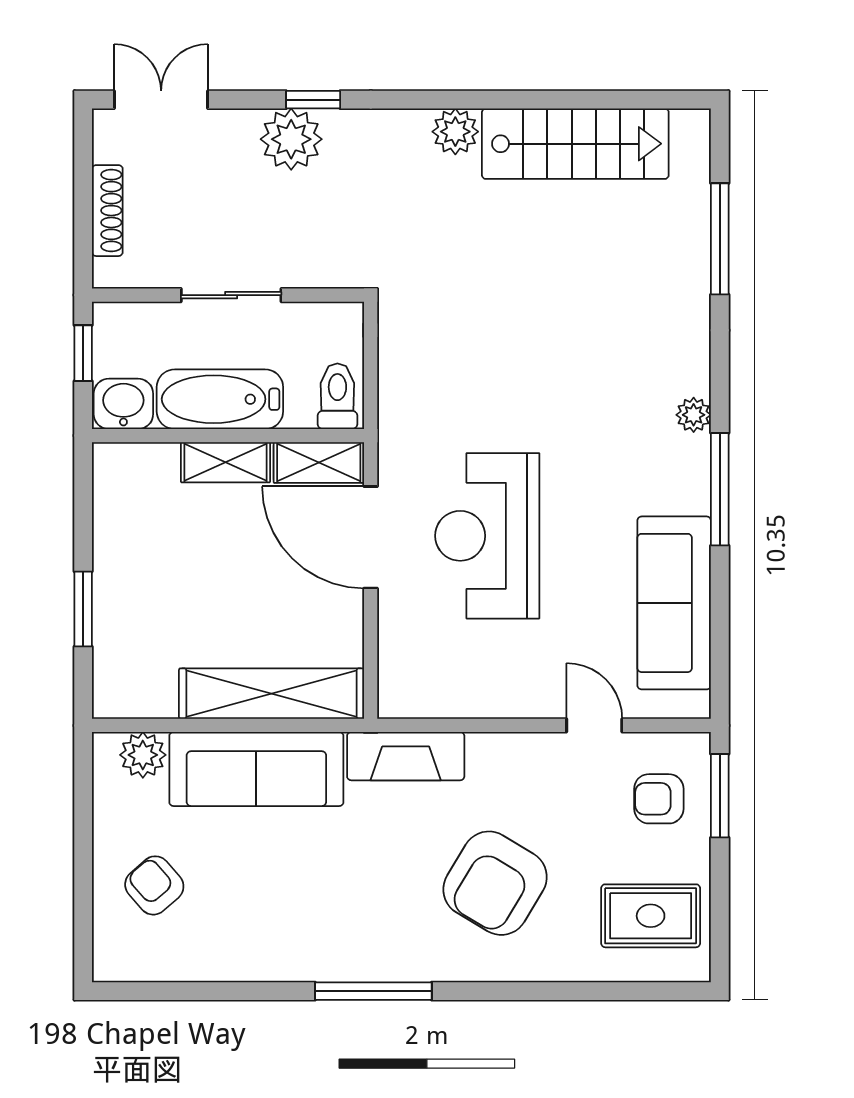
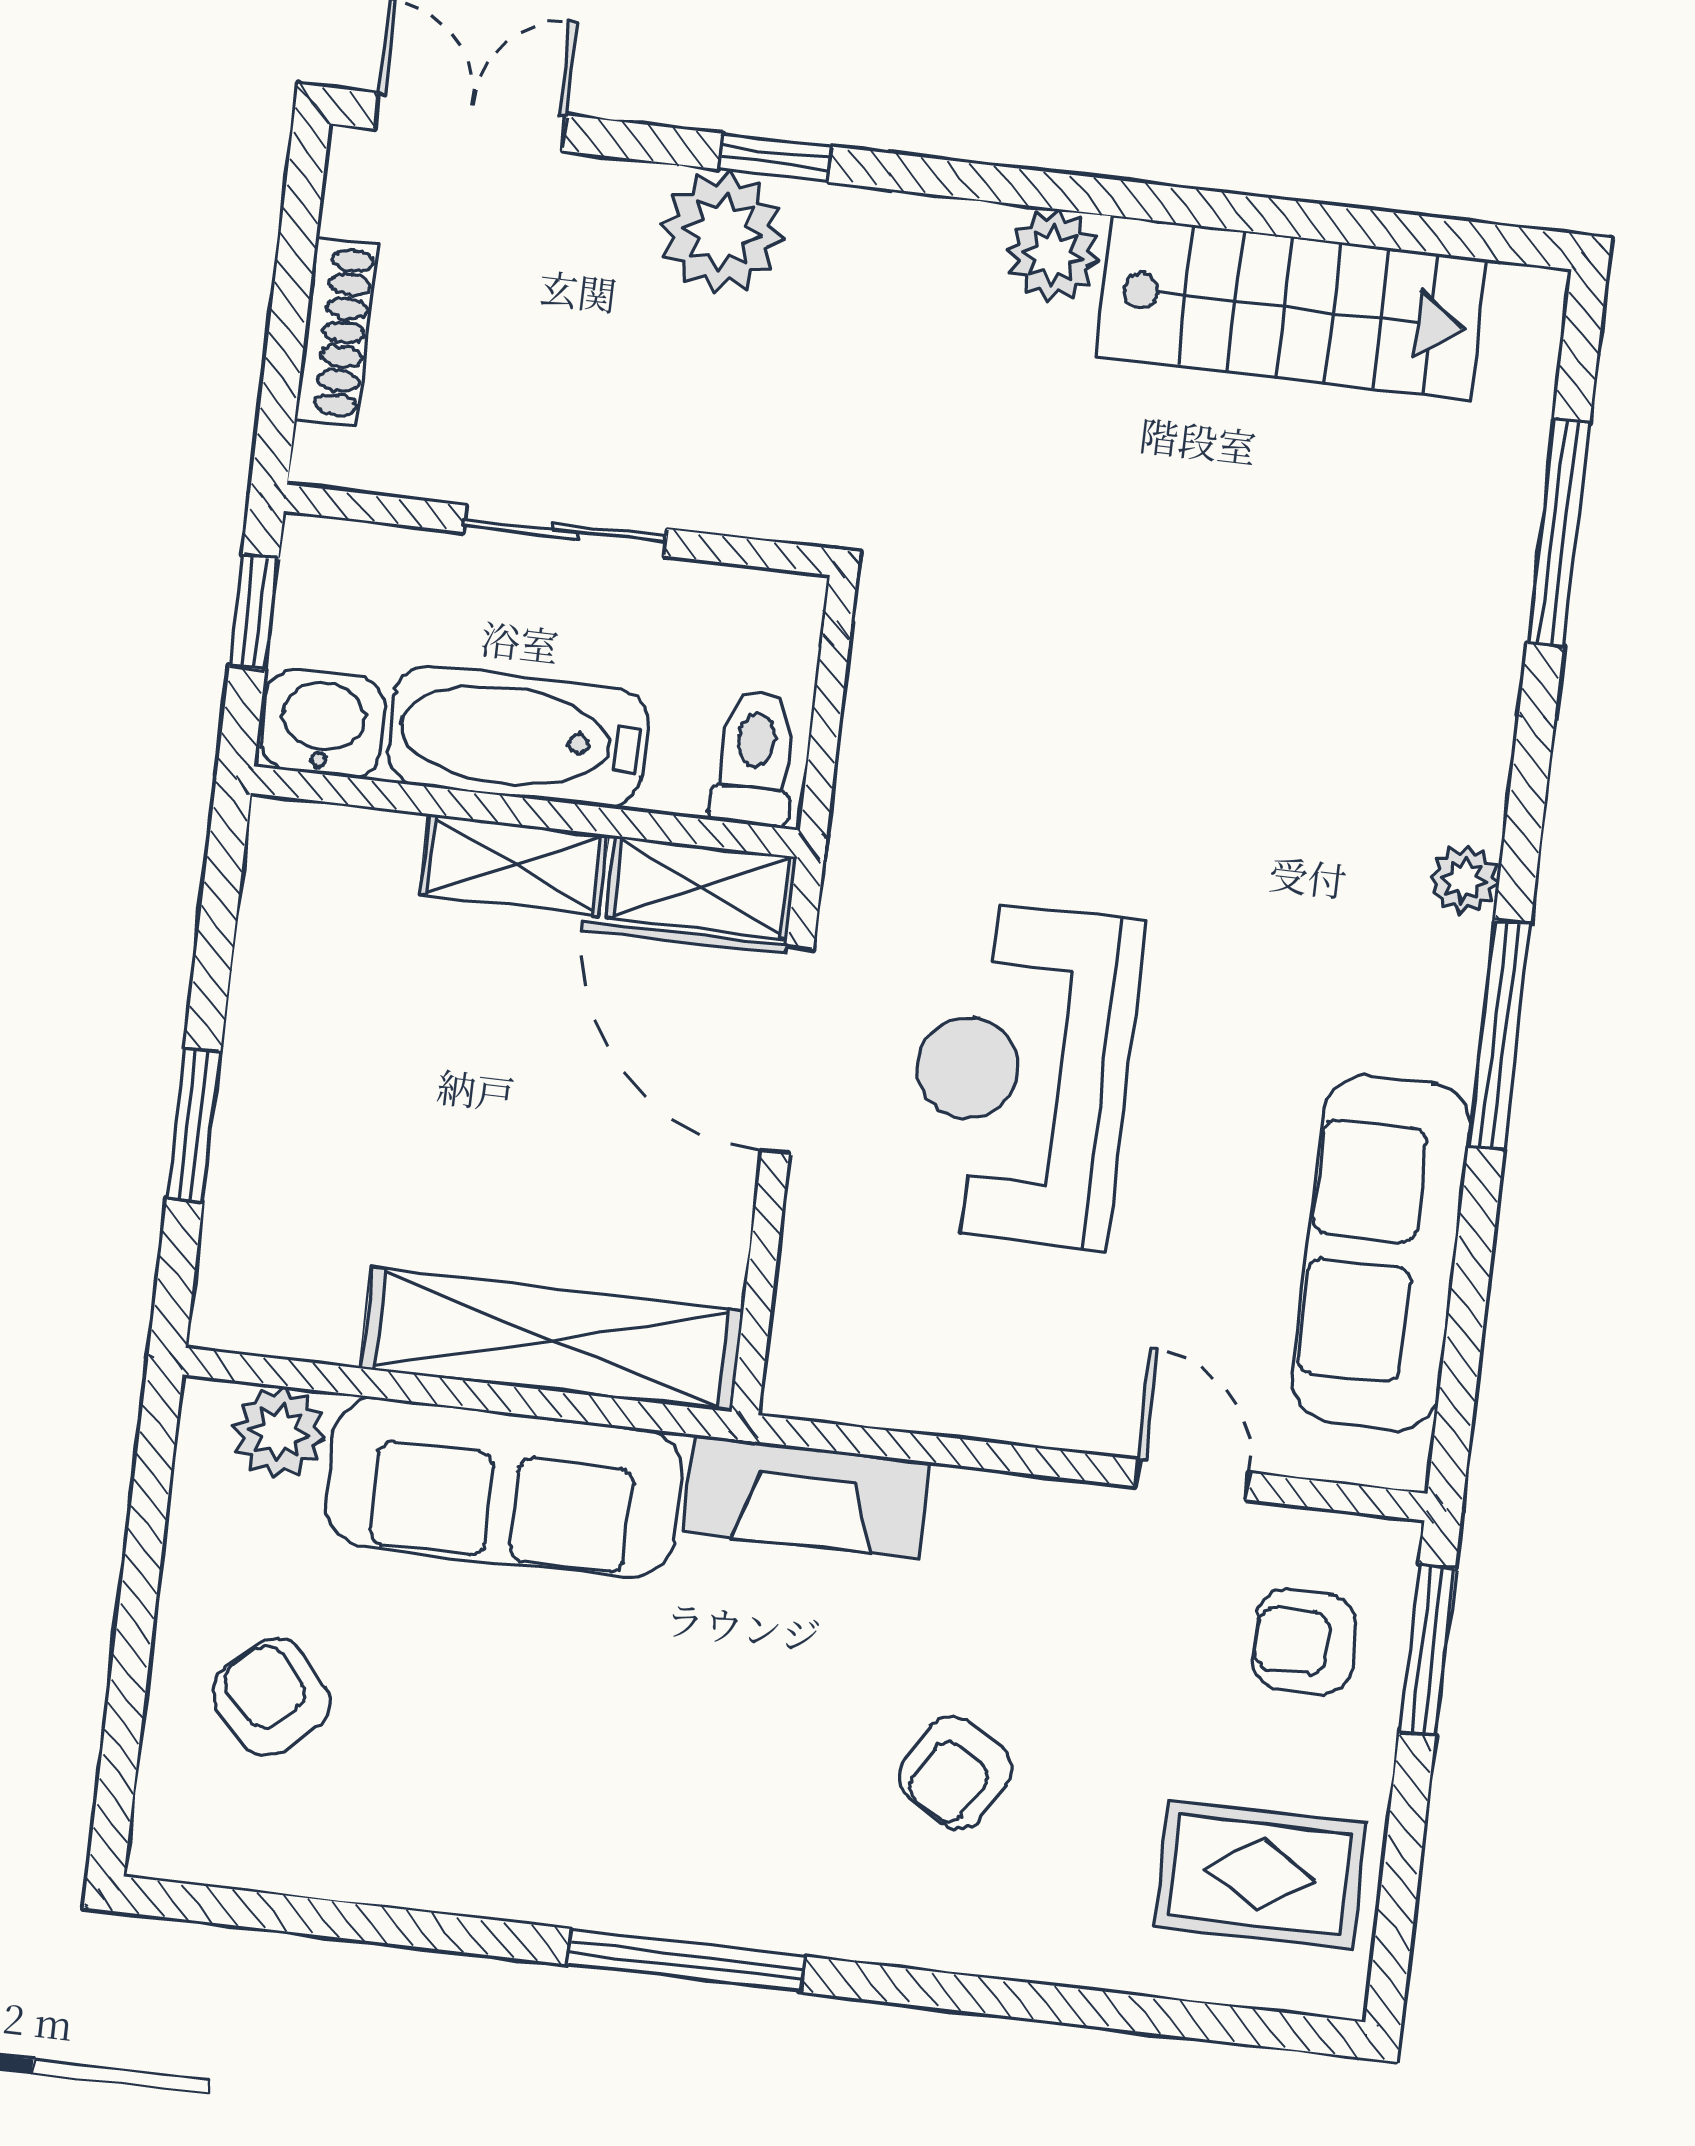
armchair: (495, 883) -> (956, 1773), width x0.53, depth x0.53

